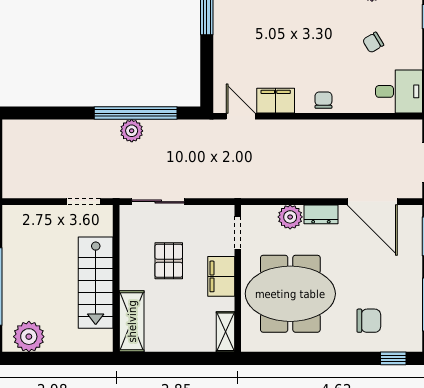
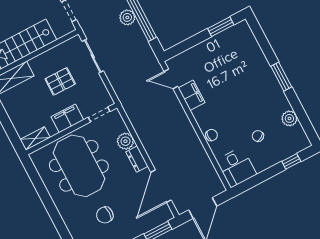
chair: (323, 100) -> (211, 135), moved
door: (241, 116) -> (171, 79), swing flipped
chair: (369, 321) -> (105, 215), moved, turned 90

